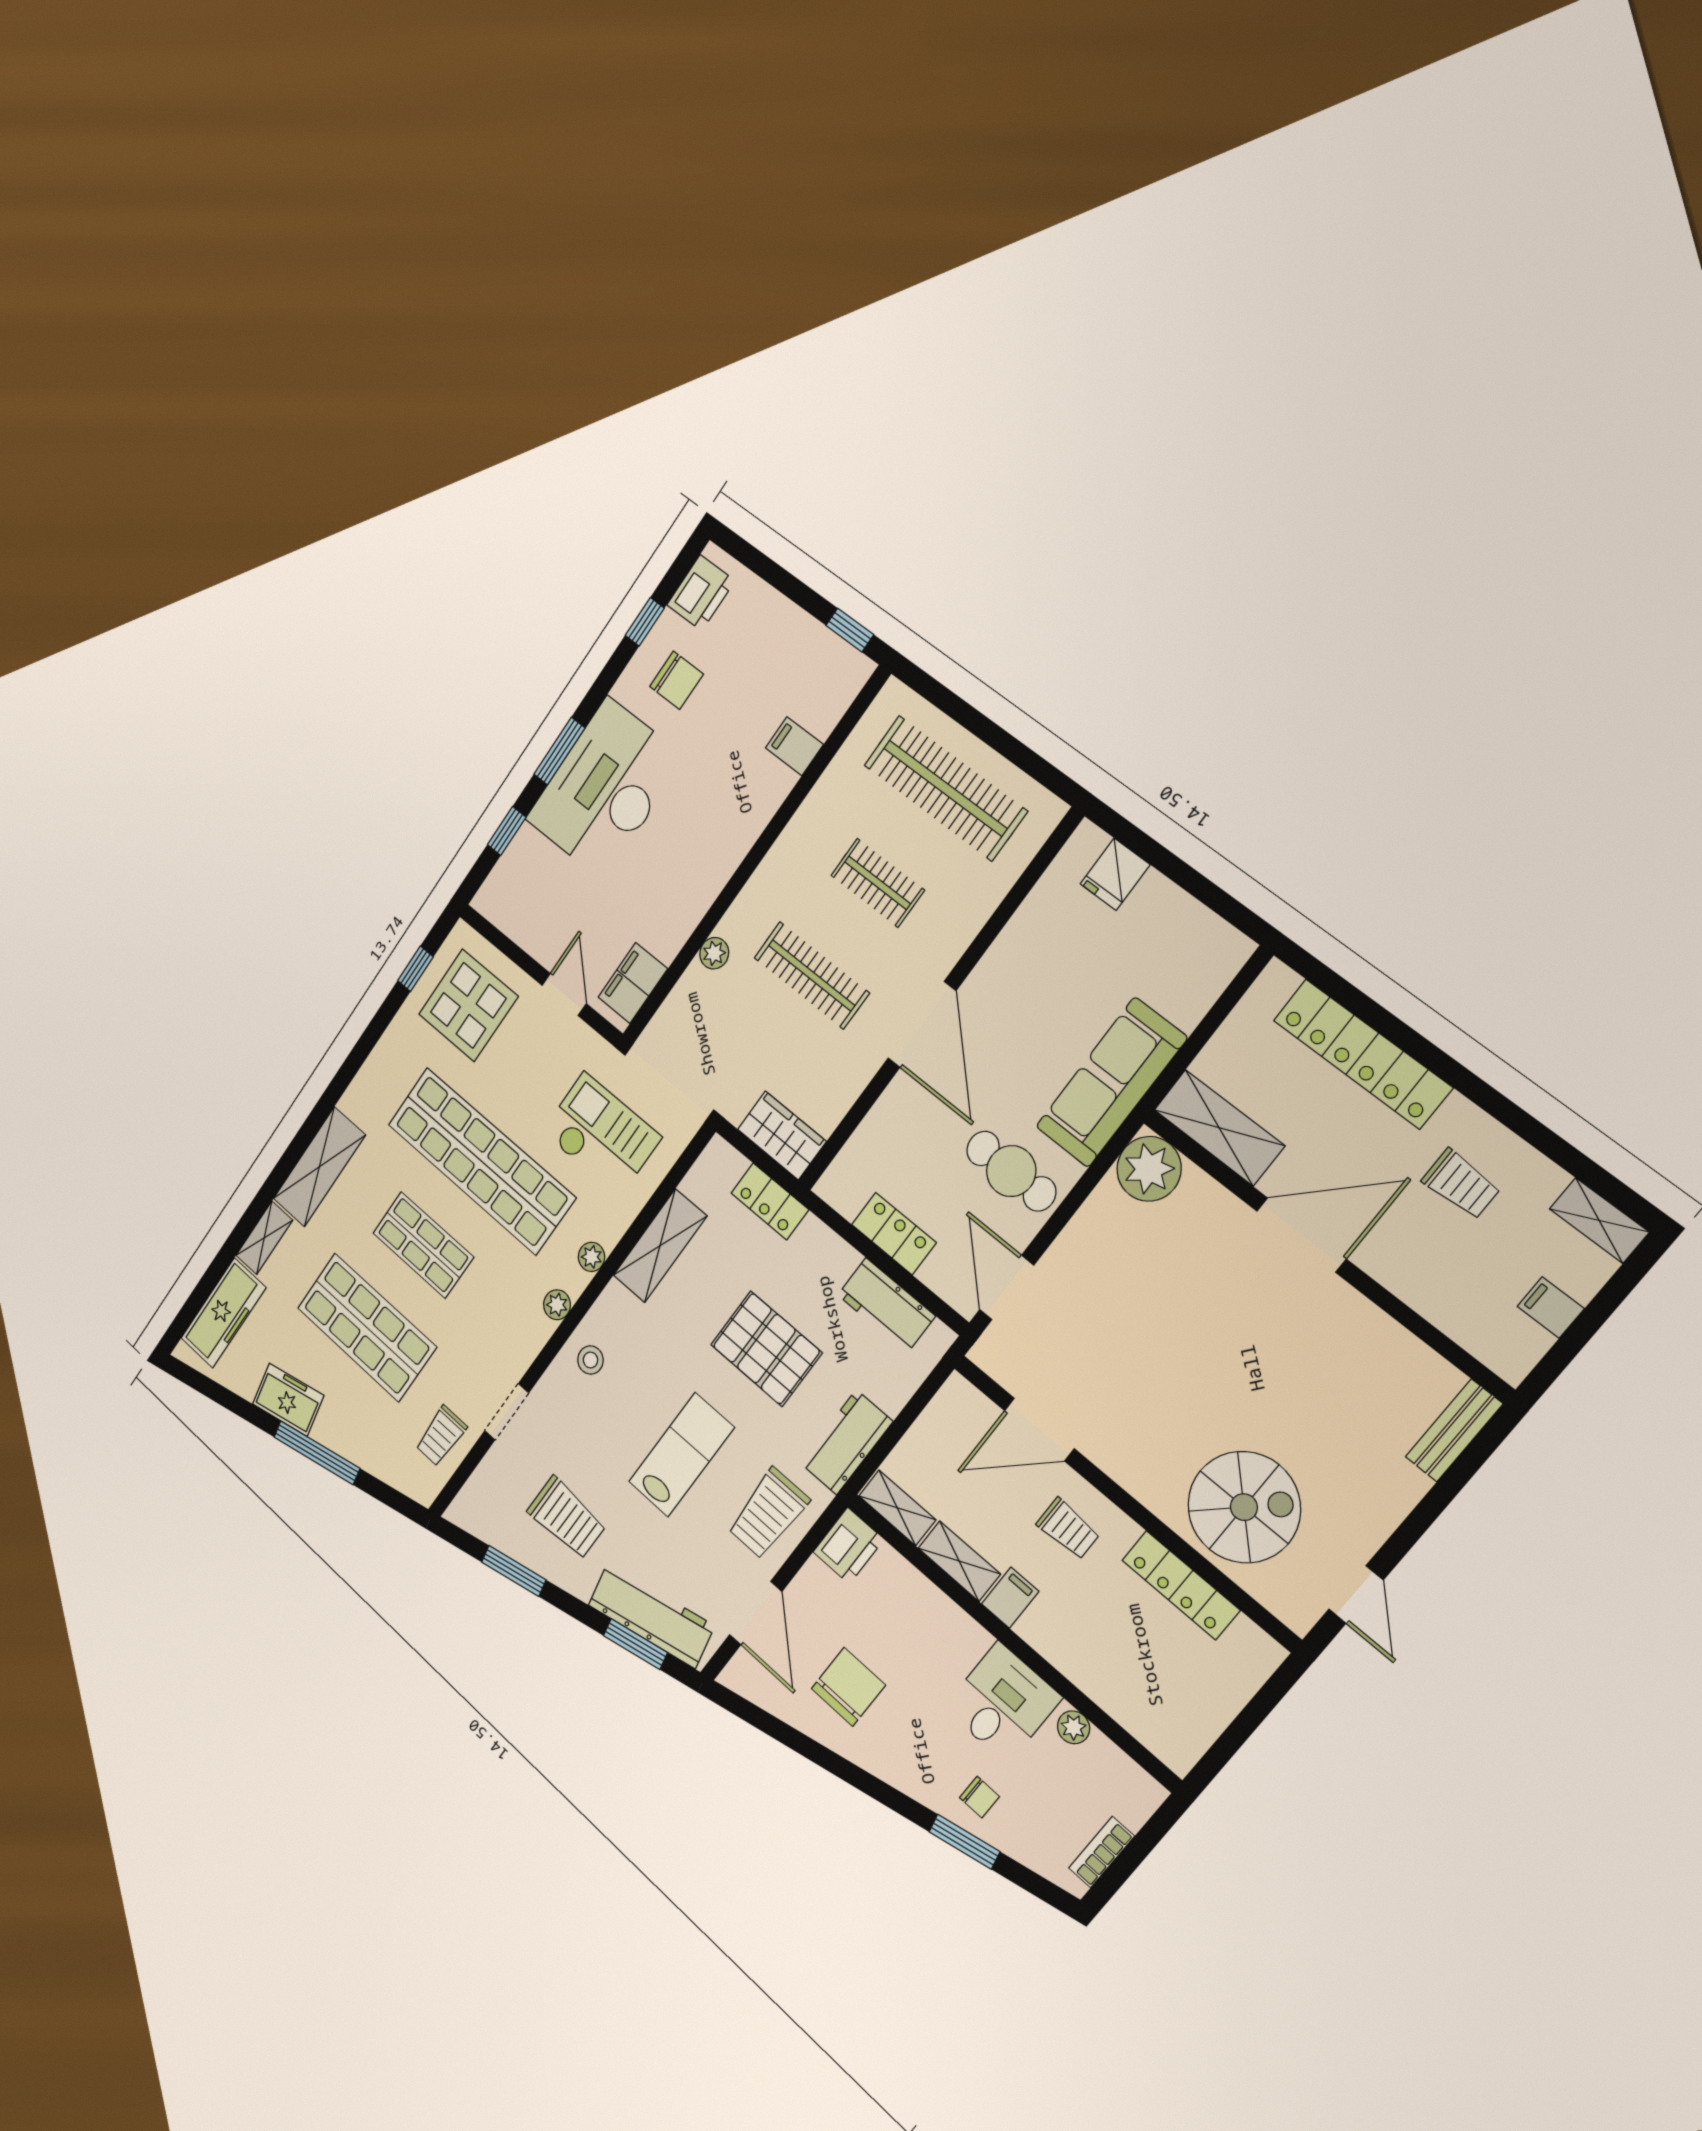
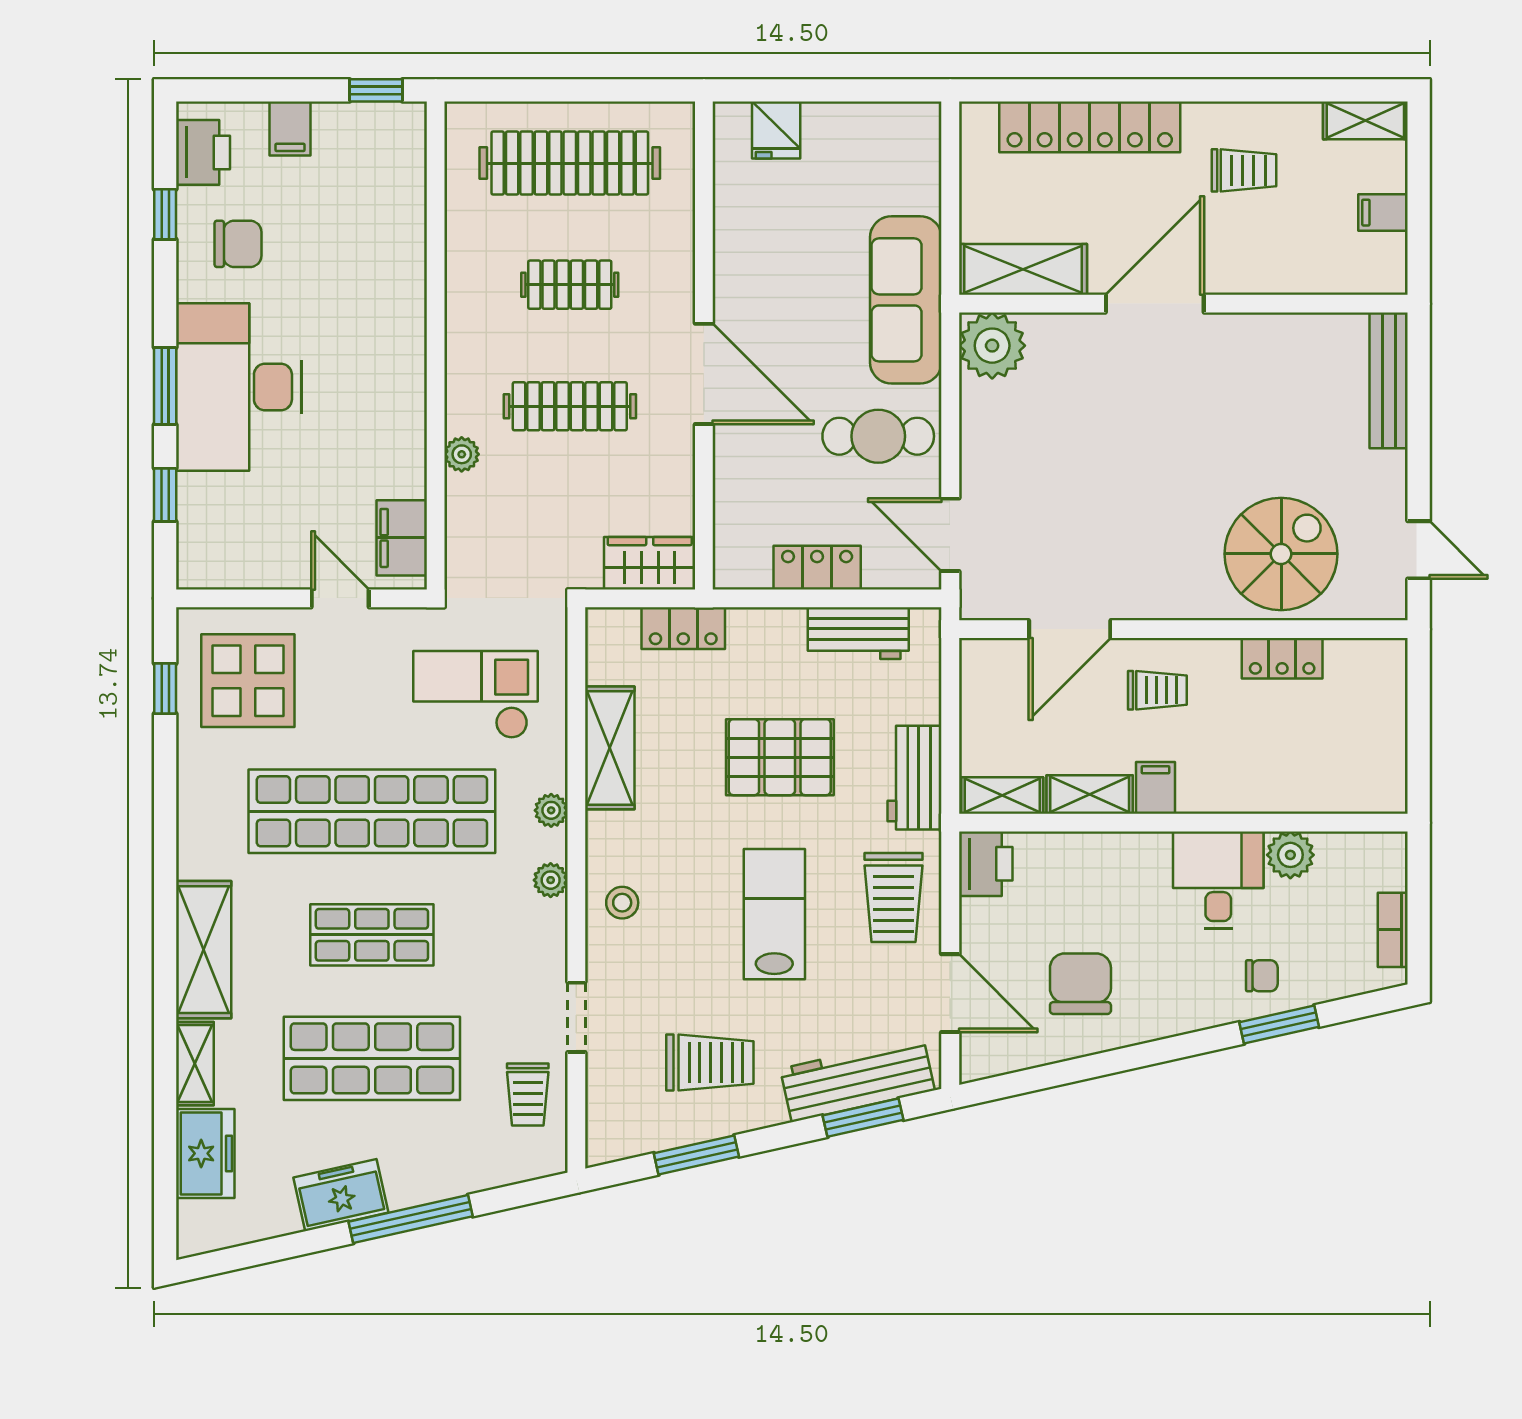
filing cabinet: (794, 746) -> (290, 128), moved, turned -90
freezer: (223, 1313) -> (205, 1153), width x0.71
bench: (1454, 1430) -> (1389, 380), width x1.36
locker: (1181, 1585) -> (1282, 658), width x0.66
plant: (1074, 1727) -> (1290, 855), width x1.38, depth x1.38

